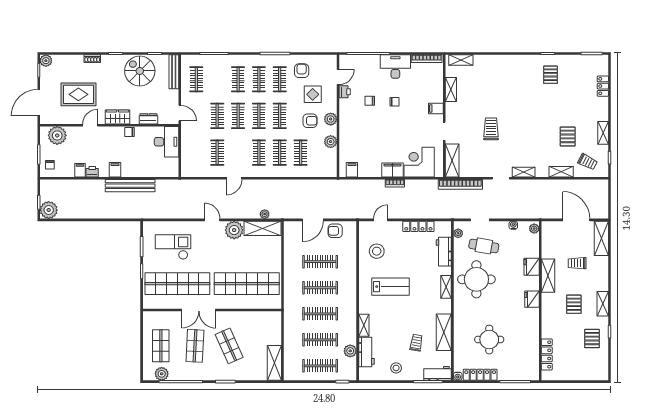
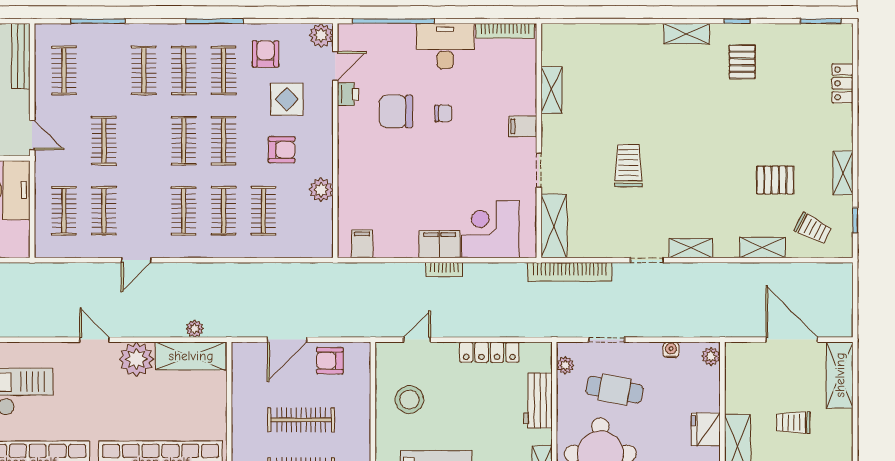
shelving: (461, 60) -> (686, 34), moved
chair: (370, 101) -> (396, 111), width x1.87, depth x1.87
clothes rail: (238, 116) -> (64, 211), moved
plant: (331, 119) -> (321, 35), moved
pallet: (568, 136) -> (775, 180), turned 90

